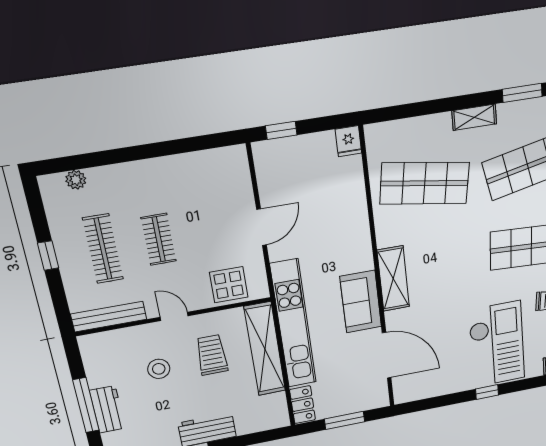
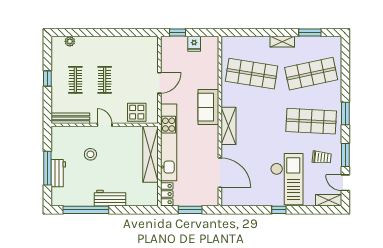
fridge: (348, 141) -> (194, 44), moved
clothes rail: (103, 249) -> (75, 80), width x0.73
sofa: (361, 302) -> (208, 107), moved
trolley: (212, 355) -> (121, 152), removed

